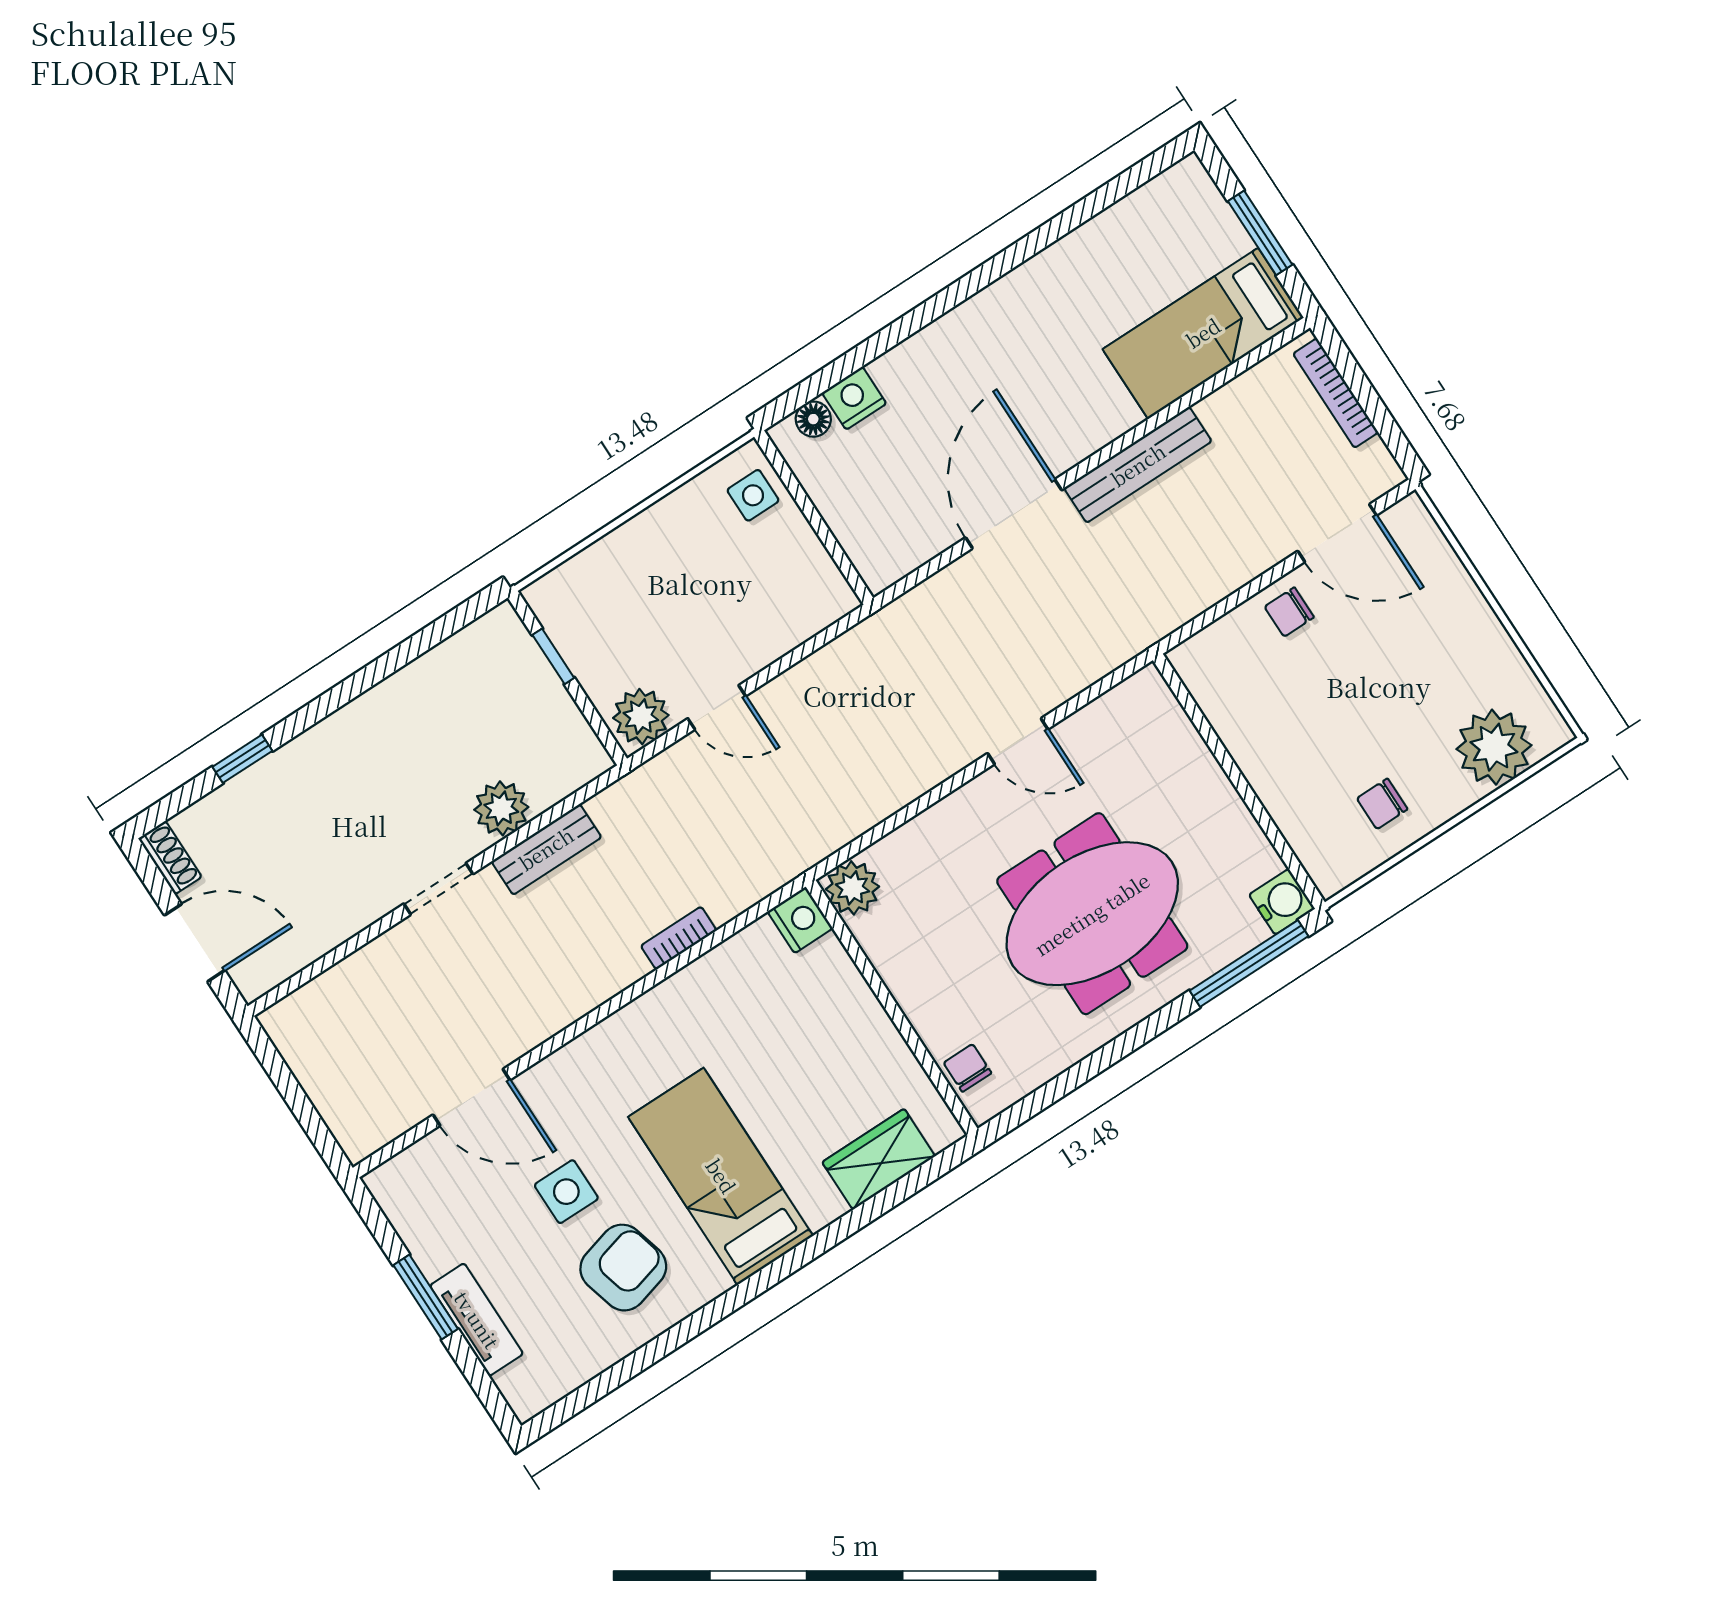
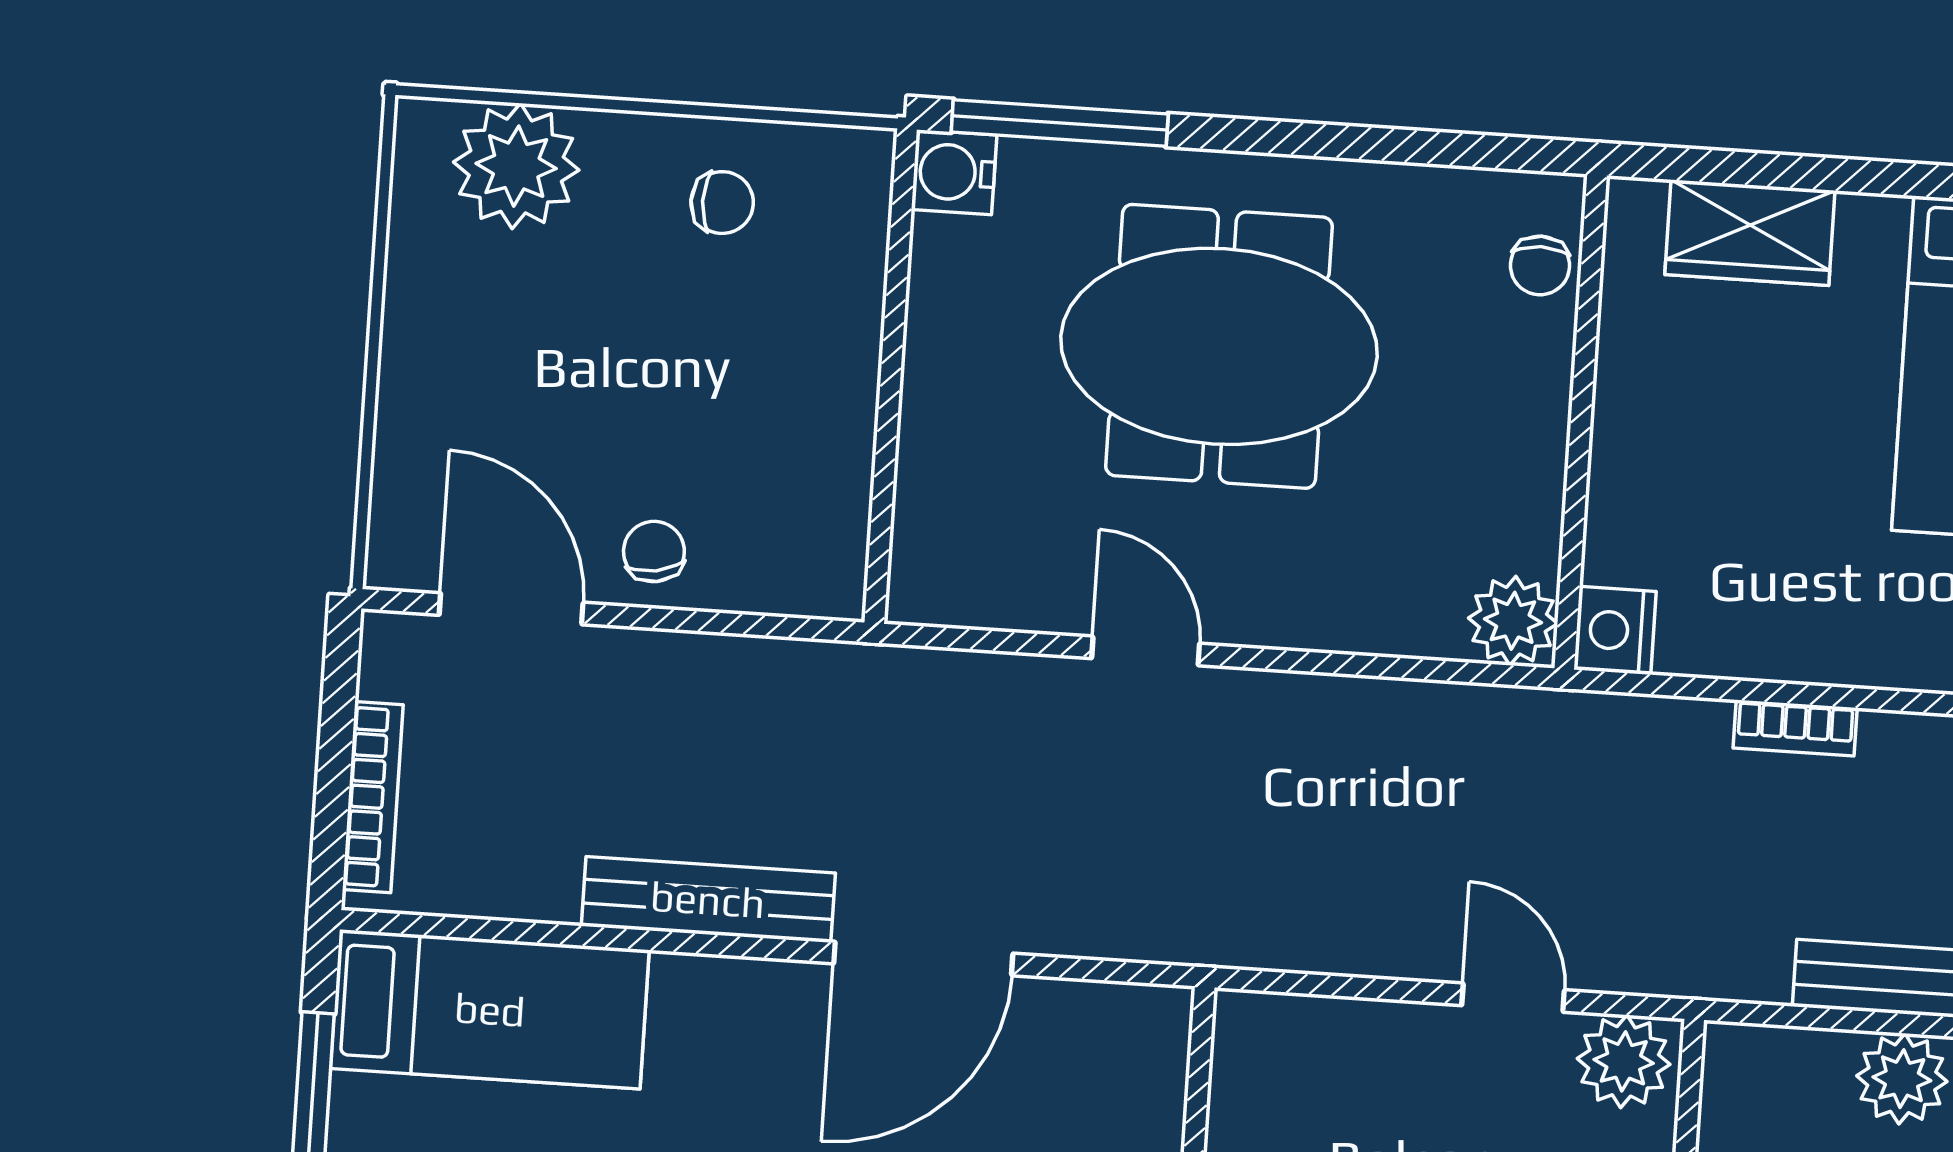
chair: (1289, 612) -> (654, 551), turned -100

